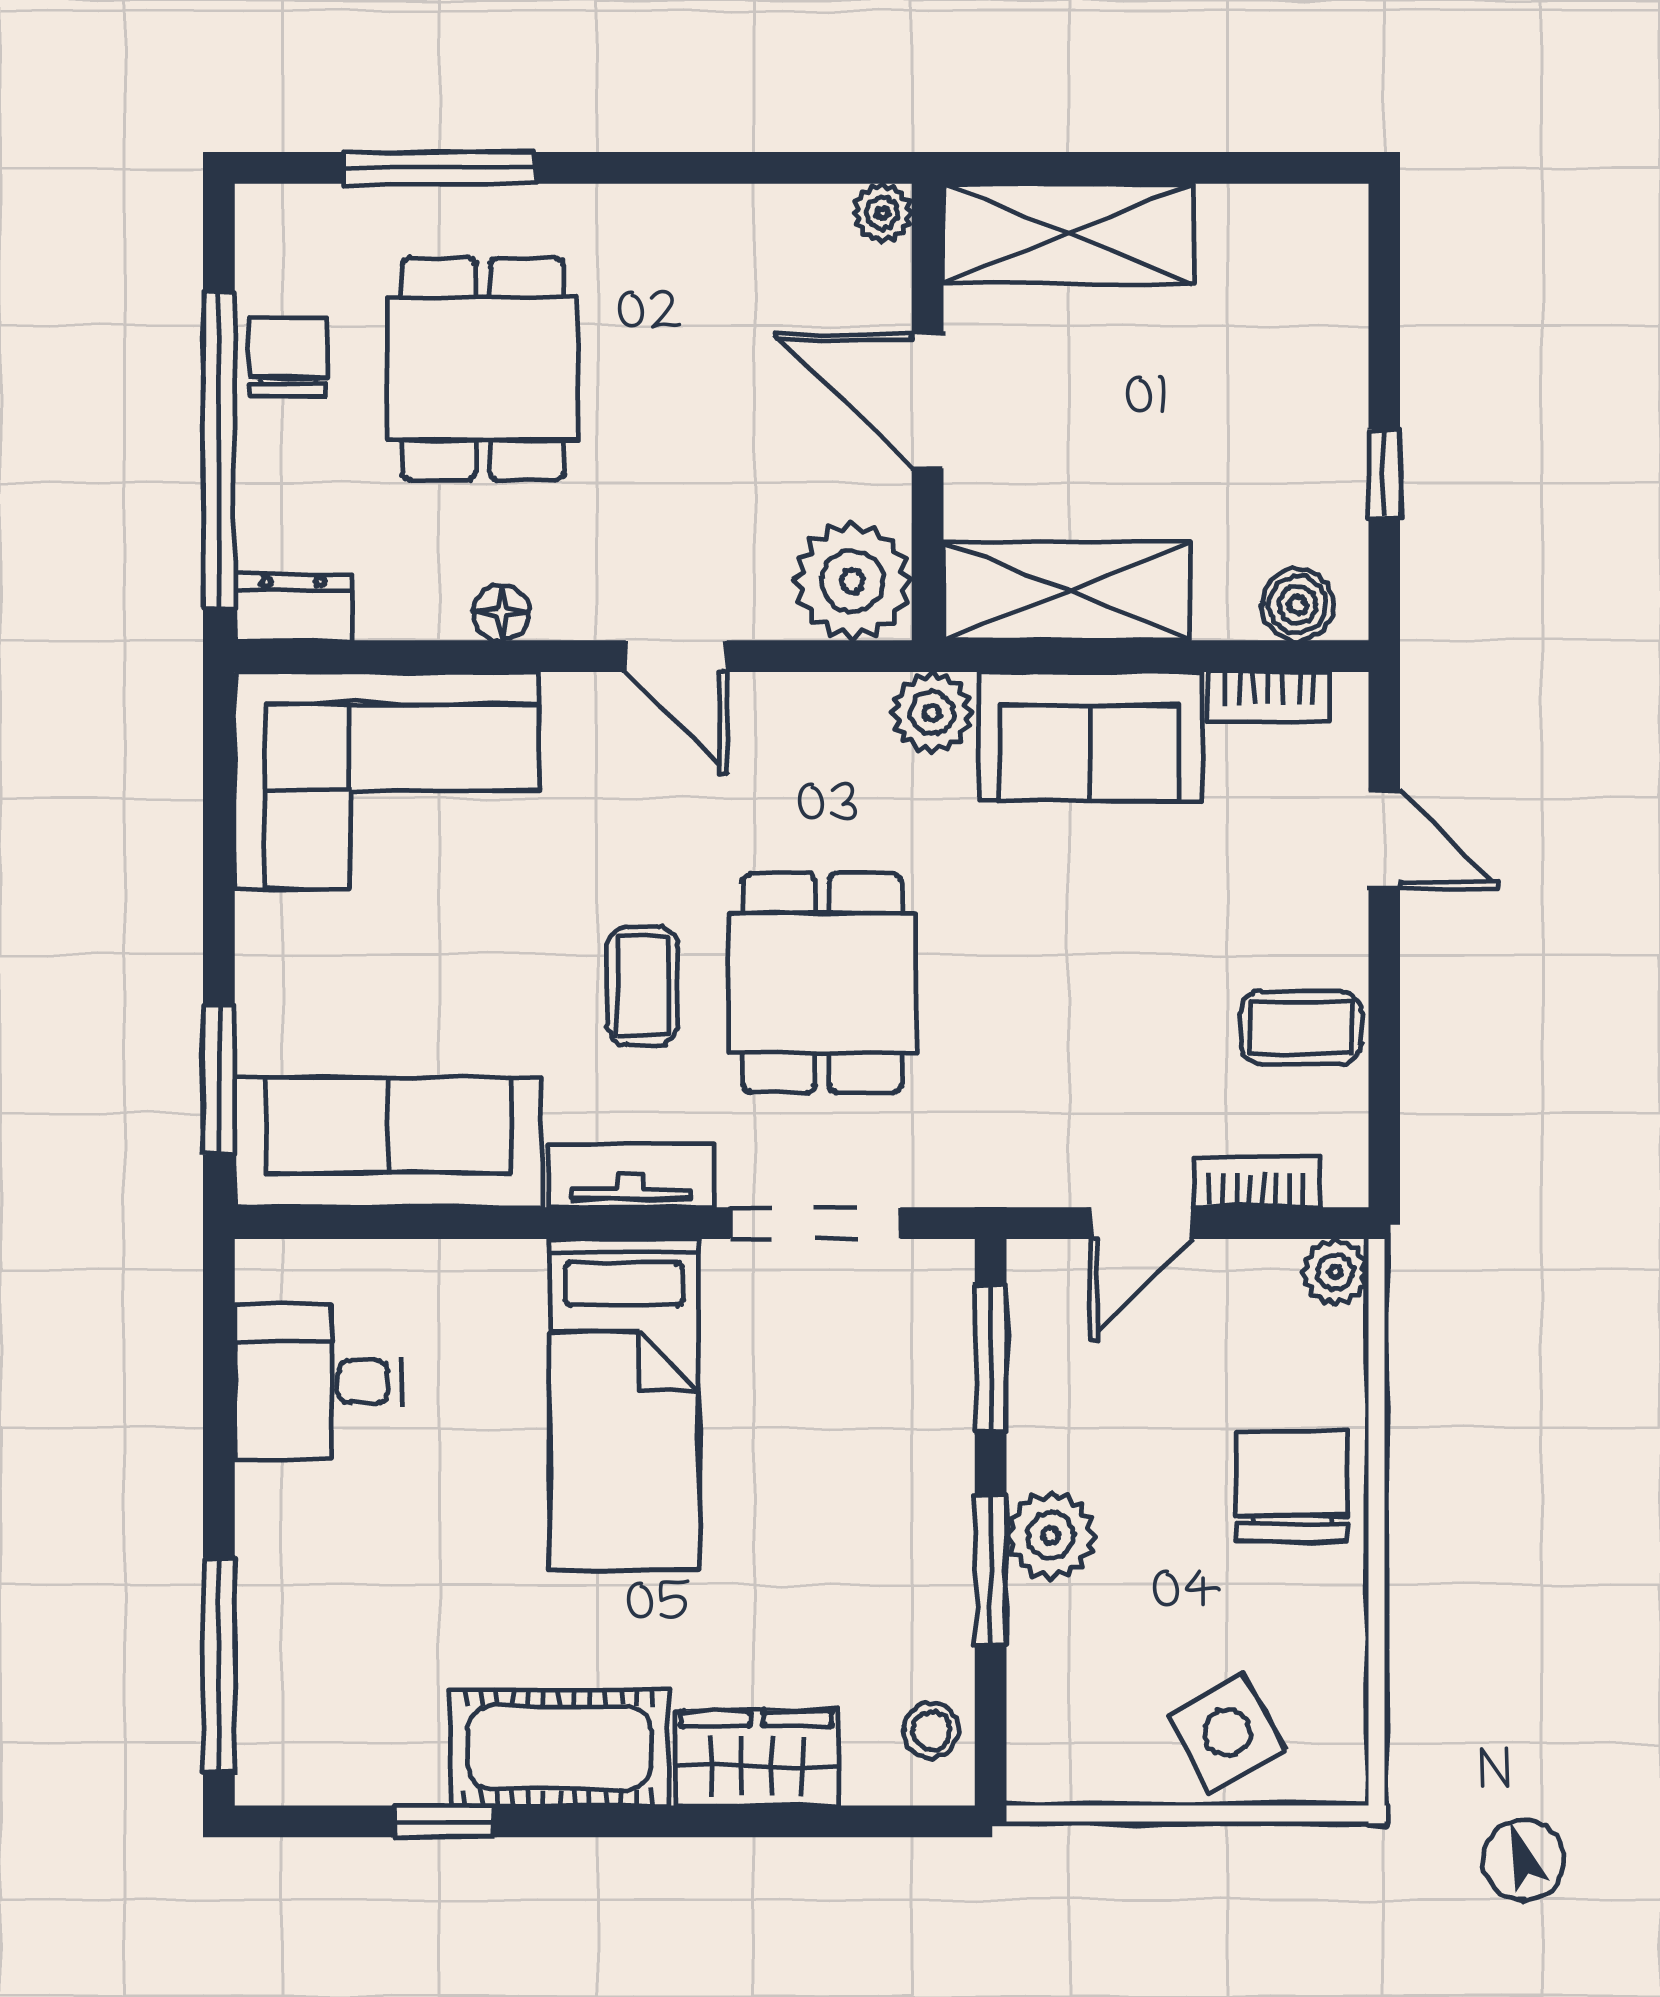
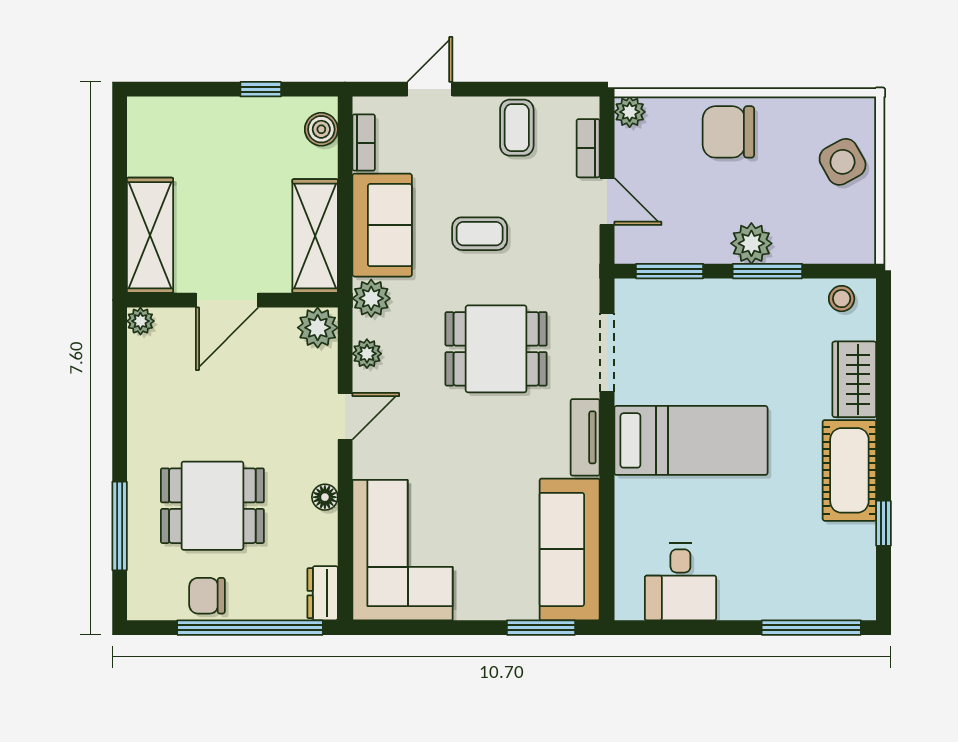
plant: (852, 581) -> (318, 328), width x0.73, depth x0.73
plant: (812, 703) -> (367, 354), added
coffee table: (642, 986) -> (480, 234), moved

